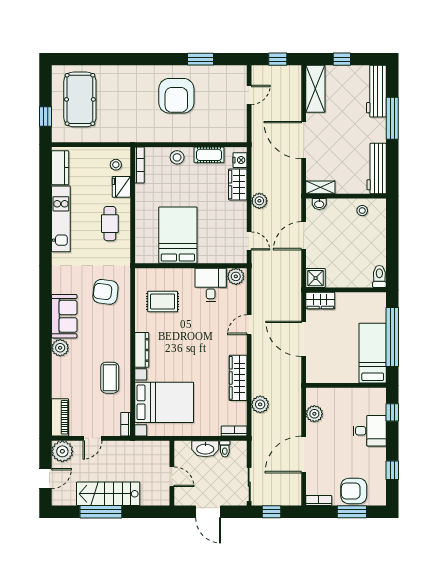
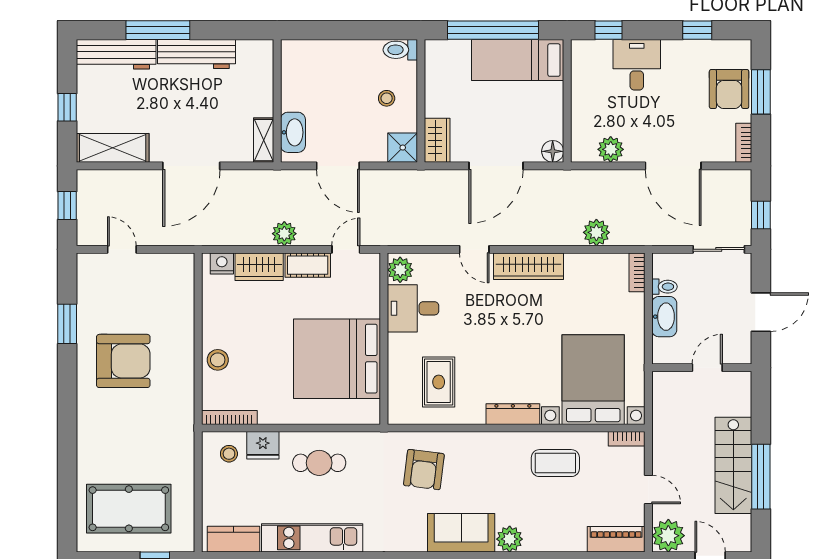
cot: (209, 155) -> (308, 265), moved, turned 90
workbench: (377, 169) -> (196, 54), moved
washbasin: (319, 204) -> (293, 132), width x1.91, depth x1.45
stool: (362, 211) -> (387, 98), moved
bed: (178, 235) -> (337, 359), width x1.36
floor lamp: (313, 376) -> (553, 151), added
wardrobe: (238, 378) -> (528, 266), moved

